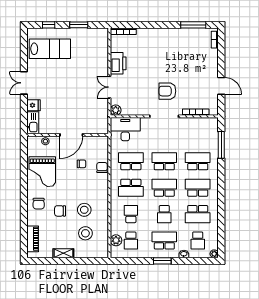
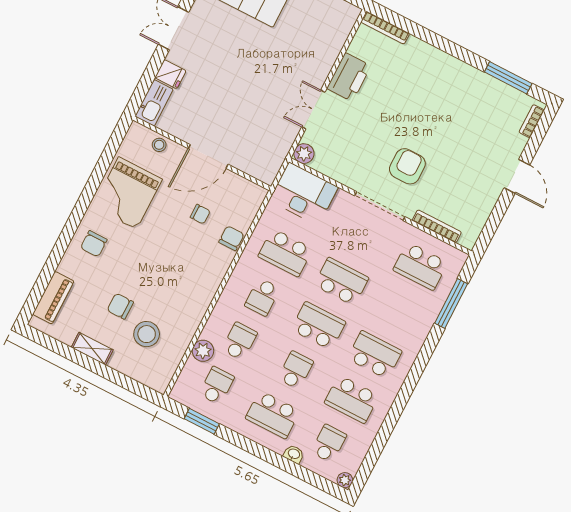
door: (221, 86) -> (517, 176), moved
armchair: (167, 91) -> (407, 166), turned 90
school desk: (131, 161) -> (285, 253), turned 180
school desk: (198, 161) -> (420, 266), moved, turned 180
school desk: (131, 188) -> (262, 297), width x0.54
stool: (84, 210) -> (165, 294), removed
chair: (60, 211) -> (120, 306), moved
school desk: (164, 214) -> (296, 370), turned 180
plant: (116, 240) -> (203, 351), moved
school desk: (131, 241) -> (217, 386), turned 180
school desk: (164, 241) -> (273, 415), turned 180
school desk: (198, 241) -> (329, 444), turned 180
window: (162, 261) -> (202, 421), moved

